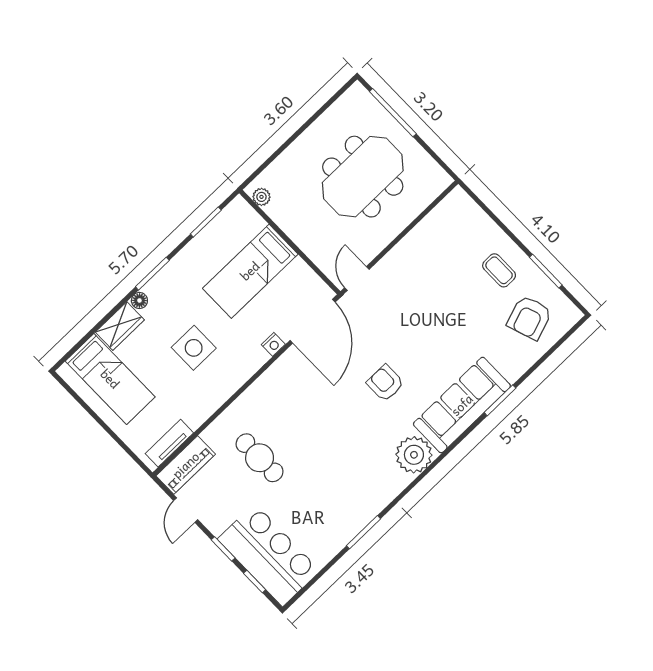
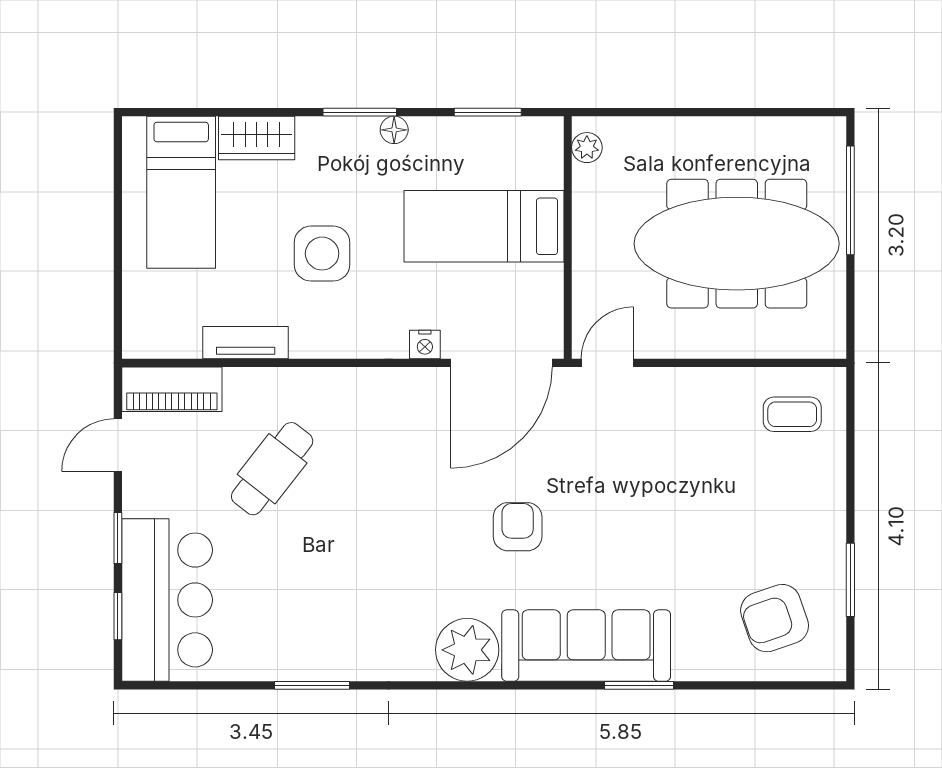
meeting table: (363, 177) -> (737, 244), width x1.36
coffee table: (499, 270) -> (792, 414), moved, turned 90
floor lamp: (139, 300) -> (394, 130), moved
tv unit: (169, 443) -> (246, 343), moved
cafe table: (260, 458) -> (272, 469), turned 38

